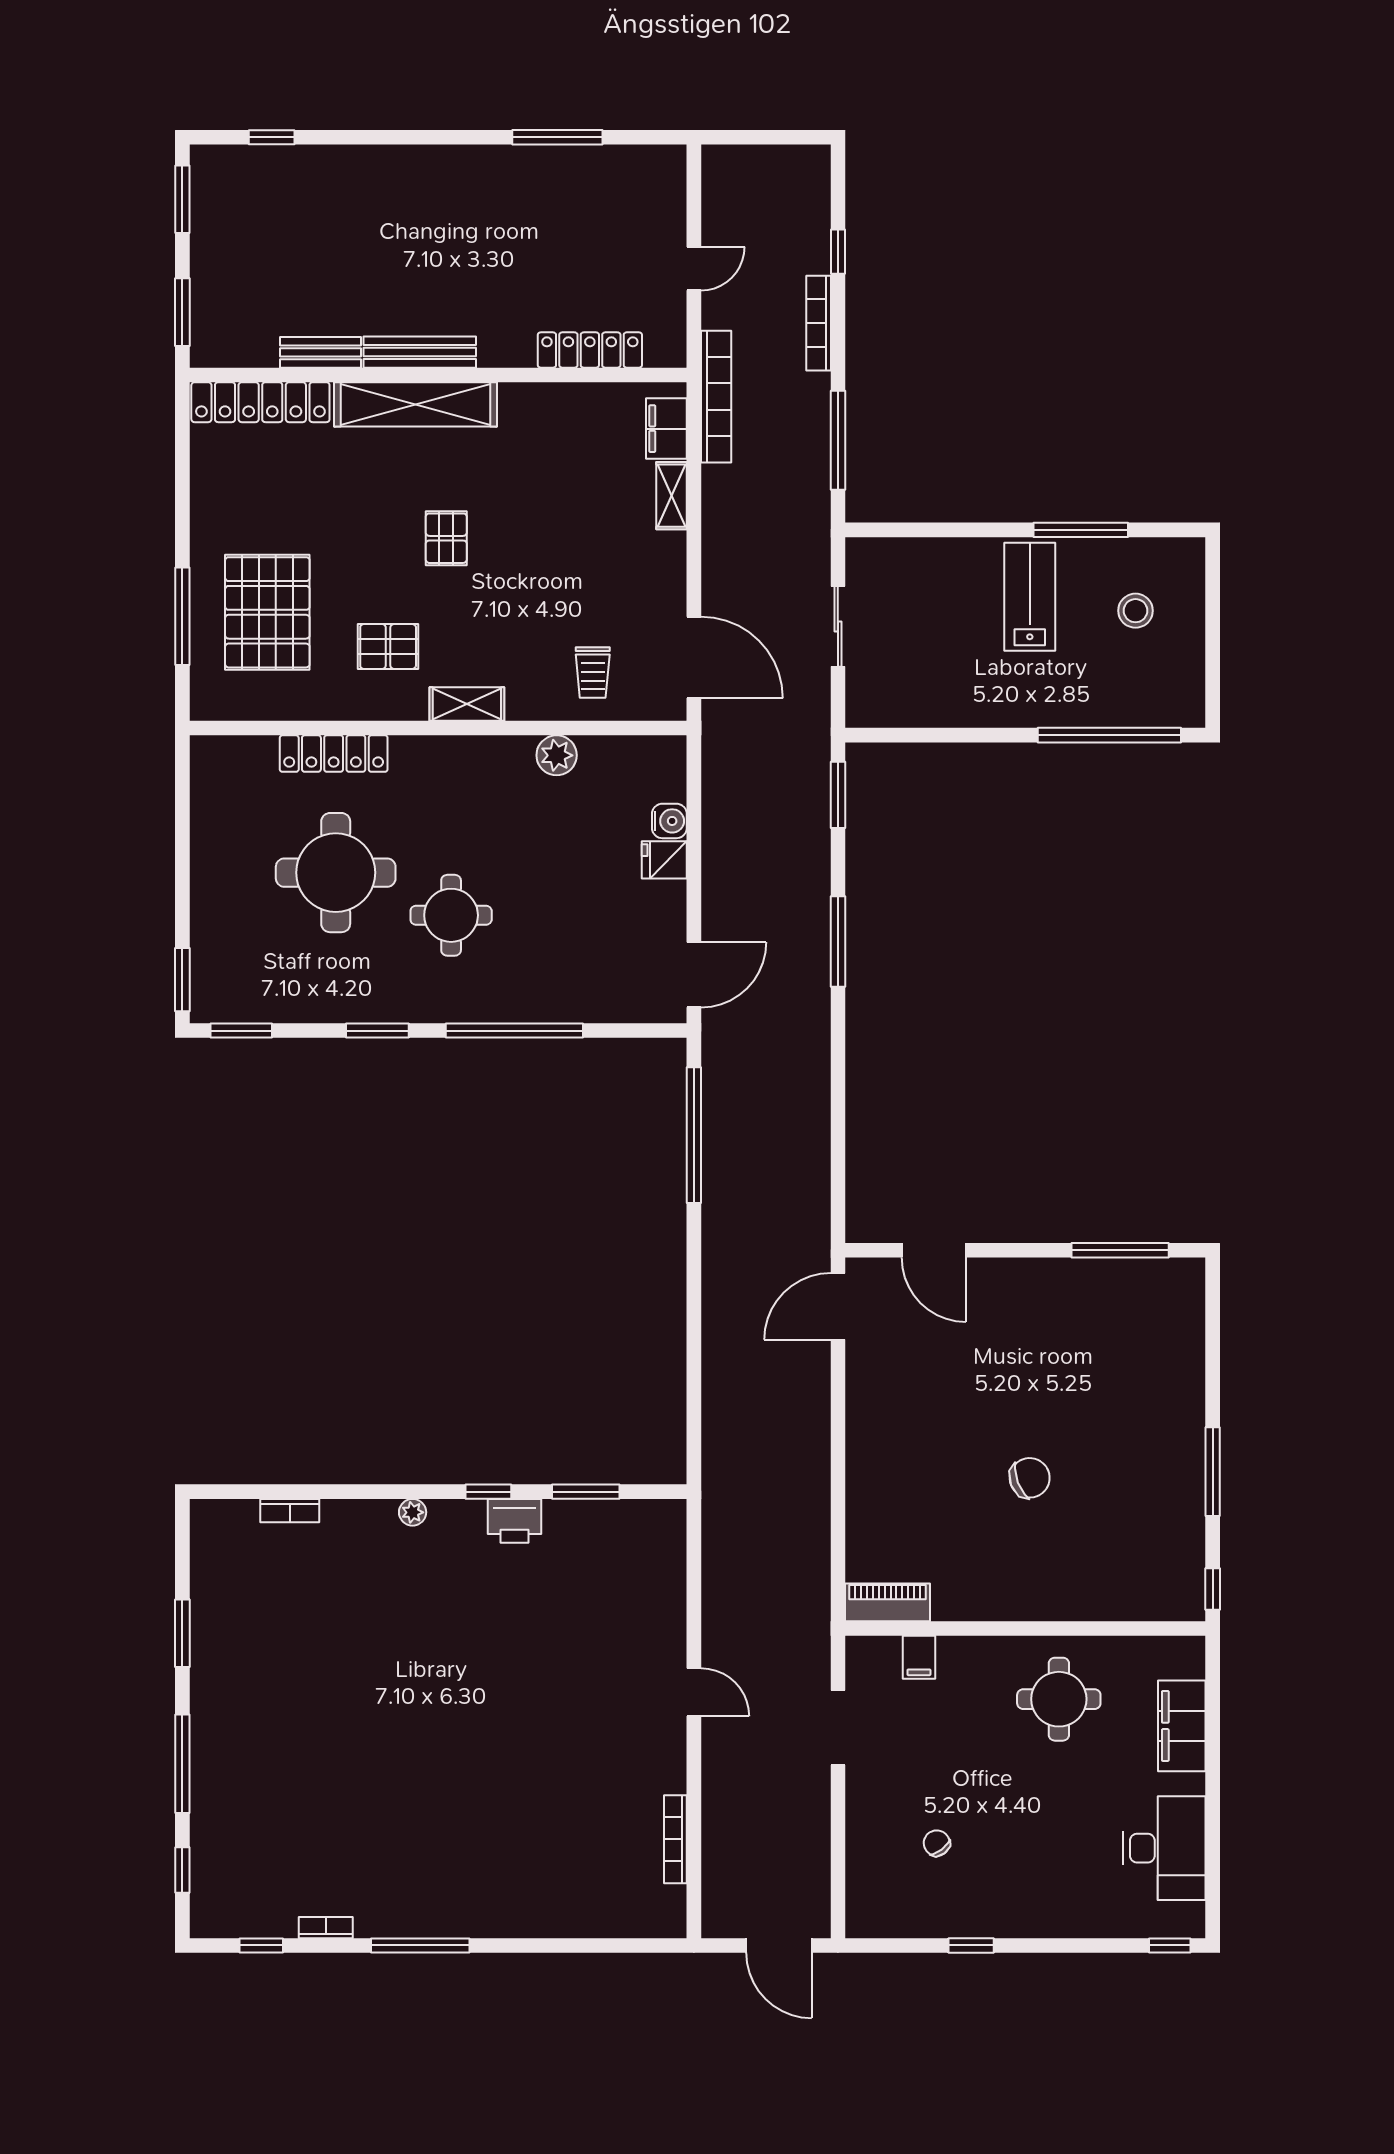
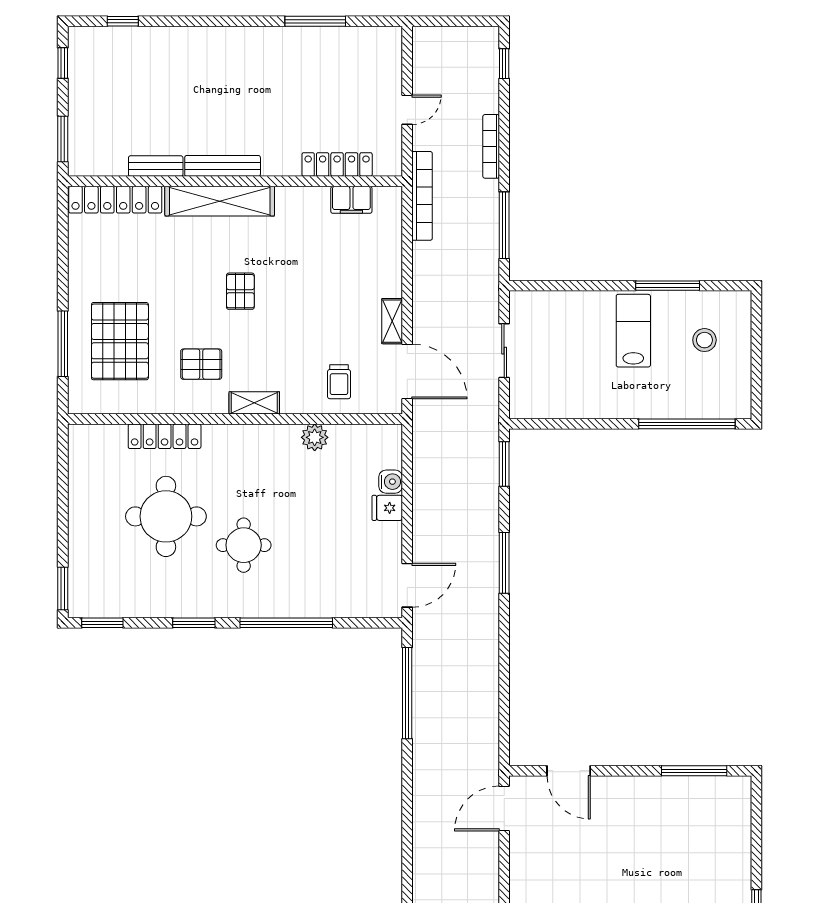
window: (182, 199) -> (63, 63), width x0.67
window: (838, 252) -> (504, 64), moved
filing cabinet: (666, 429) -> (351, 200), moved, turned -90
shelving: (671, 496) -> (392, 321), moved

